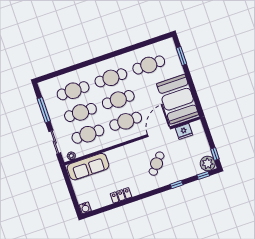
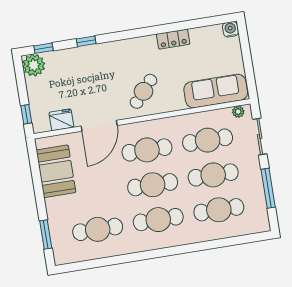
booth: (178, 99) -> (56, 171), width x0.73, depth x0.70
window: (215, 154) -> (26, 114), moved
cafe table: (157, 164) -> (143, 91), moved

